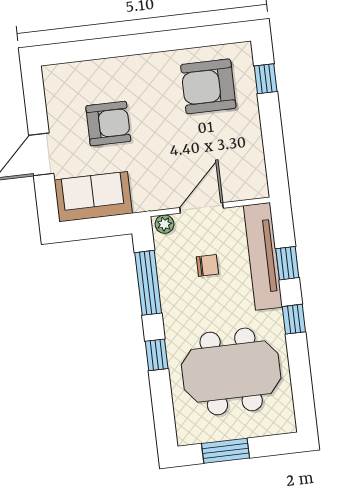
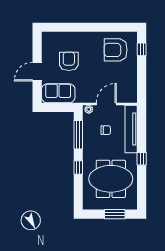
armchair: (108, 124) -> (69, 61), turned -90
window: (287, 263) -> (142, 133), removed
window: (225, 451) -> (115, 214), moved

